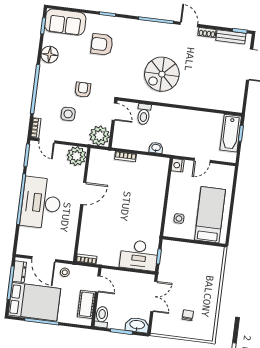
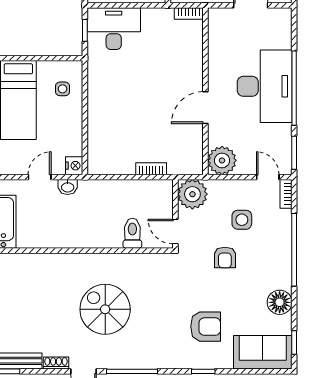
spiral stairs: (162, 74) -> (105, 309), moved, turned -90
washbasin: (156, 148) -> (68, 187), moved

